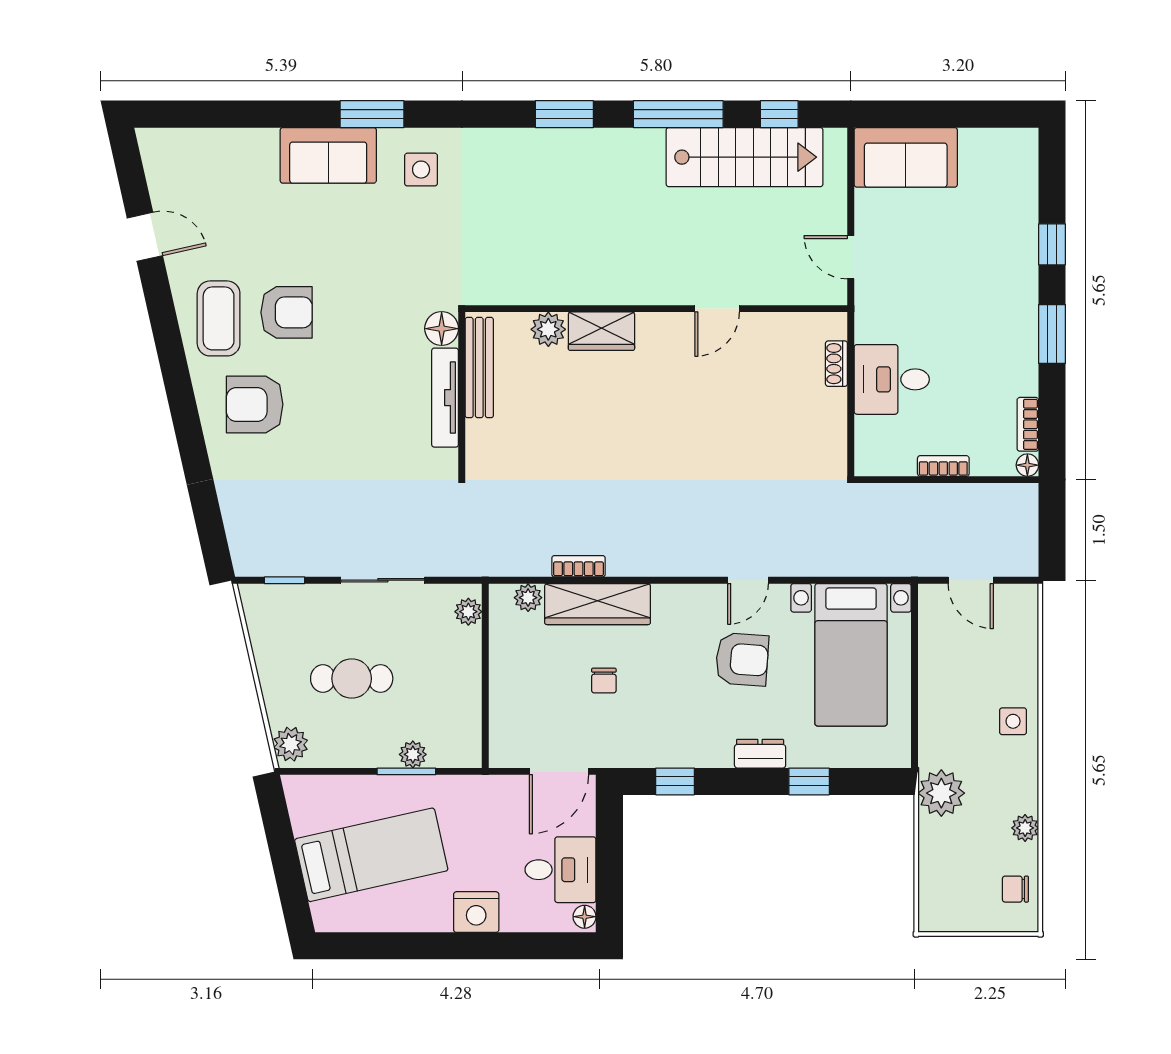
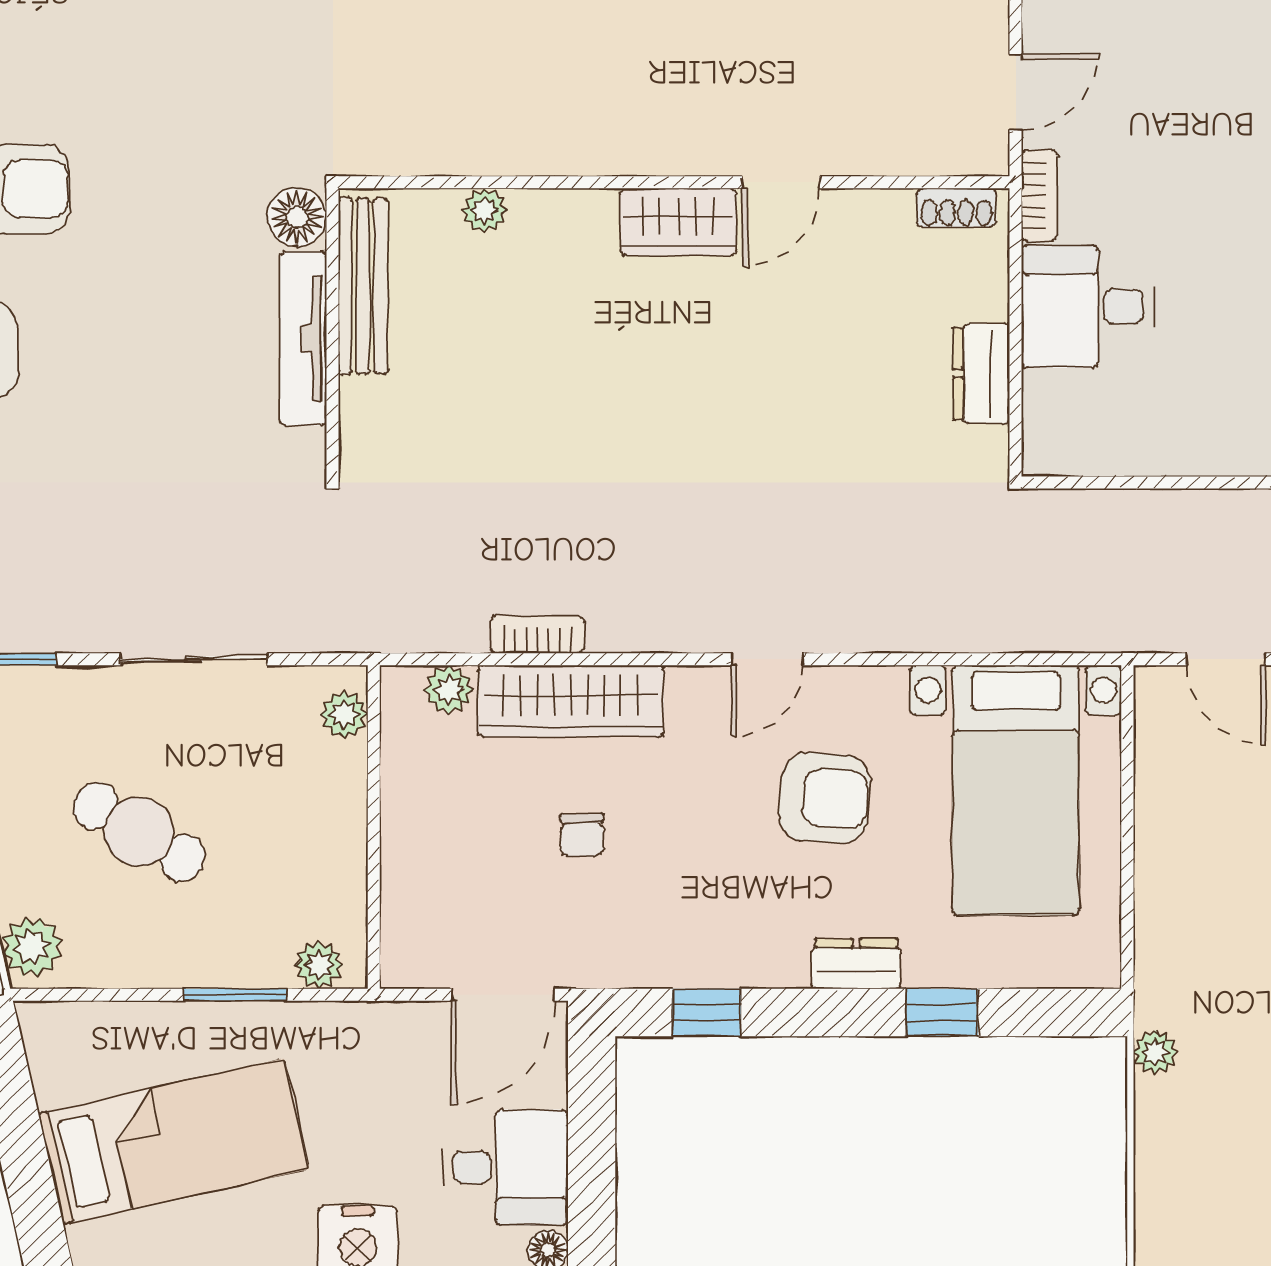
door: (851, 257) -> (1016, 92), swing flipped
plant: (548, 329) -> (484, 210), width x0.73, depth x0.73
wardrobe: (601, 331) -> (678, 222), moved
shoe rack: (836, 364) -> (957, 208), moved, turned -90
dresser: (831, 418) -> (981, 374), added
bookcase: (943, 466) -> (1040, 195), moved, turned 90
door: (748, 580) -> (767, 659), moved
cafe table: (352, 679) -> (139, 832), turned 31
plant: (413, 754) -> (319, 965), moved
plant: (941, 793) -> (1155, 1052), width x0.53, depth x0.53

